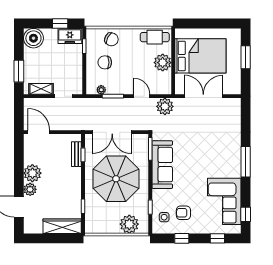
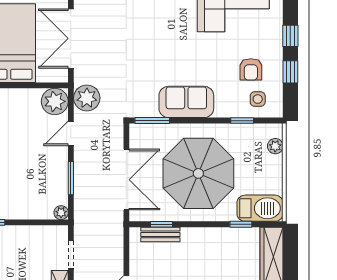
chair: (105, 62) -> (19, 191), removed
plant: (163, 63) -> (55, 101), moved
plant: (101, 90) -> (61, 213), moved
sofa: (162, 165) -> (186, 102), width x0.73
barbecue: (93, 219) -> (260, 208), added
plant: (129, 224) -> (275, 146), width x0.53, depth x0.53
window: (217, 238) -> (290, 36), moved

